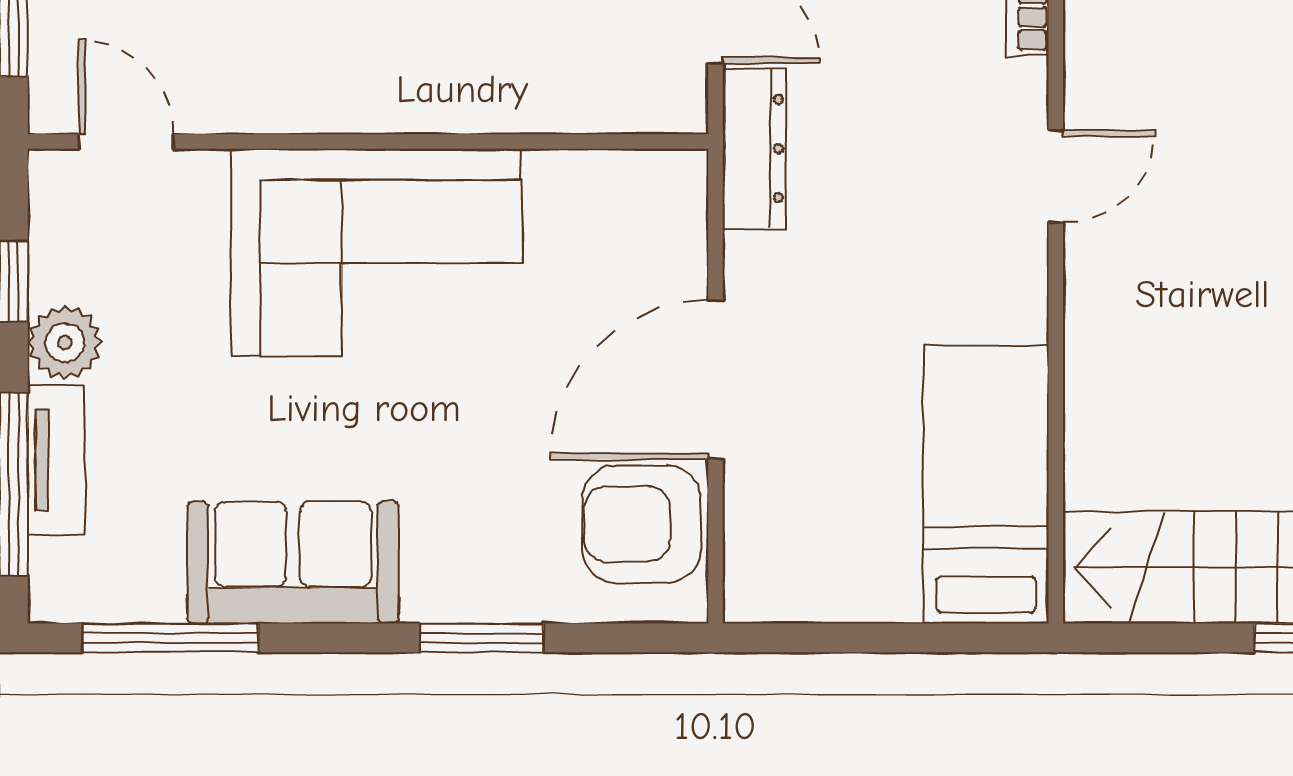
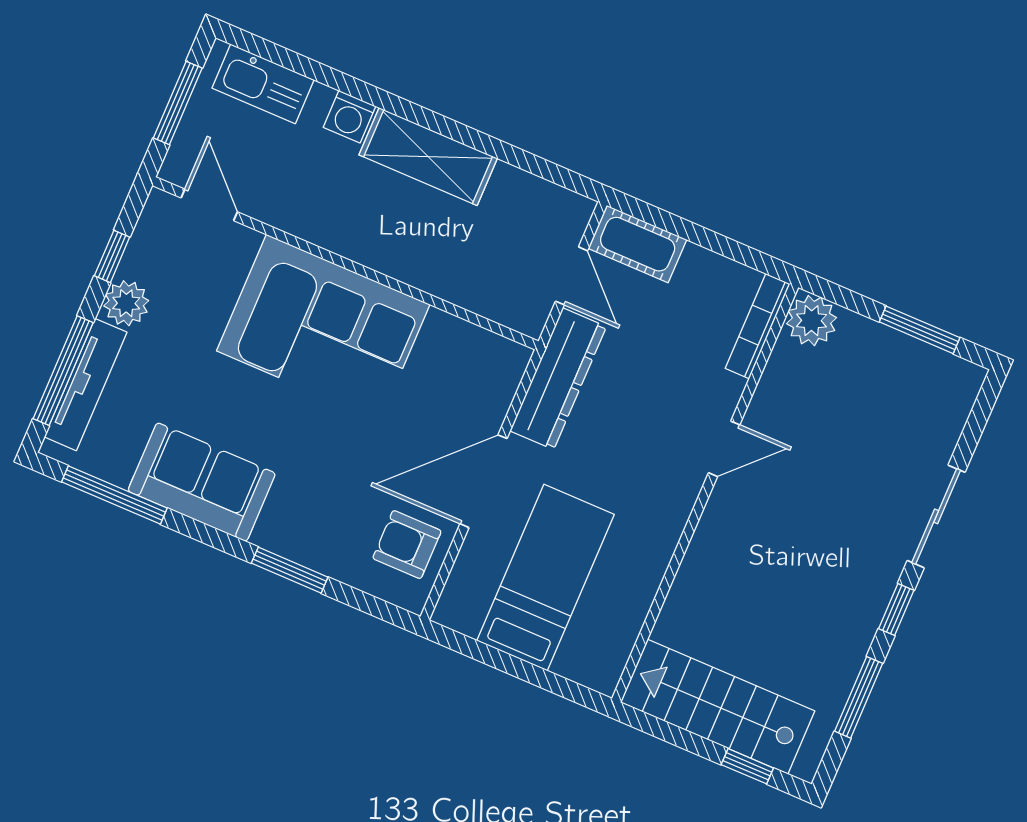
dresser: (754, 149) -> (558, 379), width x1.37, depth x1.24
tv unit: (56, 460) -> (86, 385), width x1.41
bed: (986, 484) -> (546, 578), moved
armchair: (641, 524) -> (407, 545), width x0.72, depth x0.72

